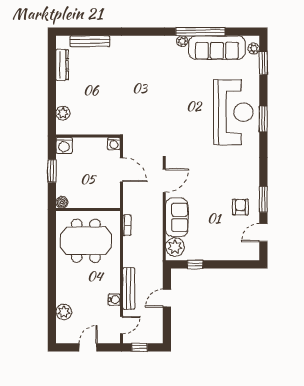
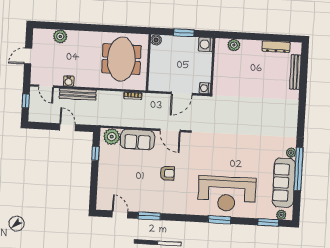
armchair: (240, 207) -> (167, 173), moved
door: (88, 347) -> (28, 56), swing flipped

